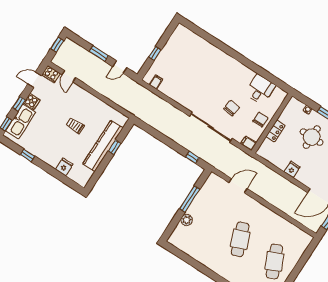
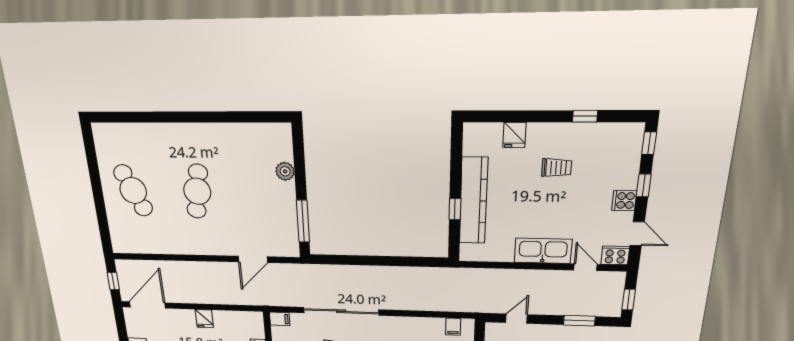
window: (99, 53) -> (579, 321), moved
door: (35, 80) -> (637, 234), hinge flipped
kitchen sink: (21, 121) -> (543, 251), moved, turned 90
trolley: (75, 126) -> (557, 168), moved
window: (192, 157) -> (338, 260), removed
window: (190, 199) -> (303, 221), moved
cafe table: (240, 239) -> (197, 191), turned 30

